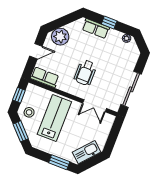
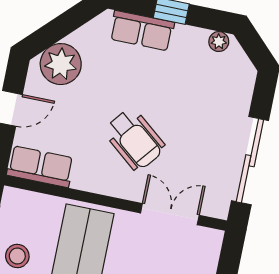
wheelchair: (85, 73) -> (135, 139), turned -51
double door: (95, 106) -> (170, 214), swing flipped

